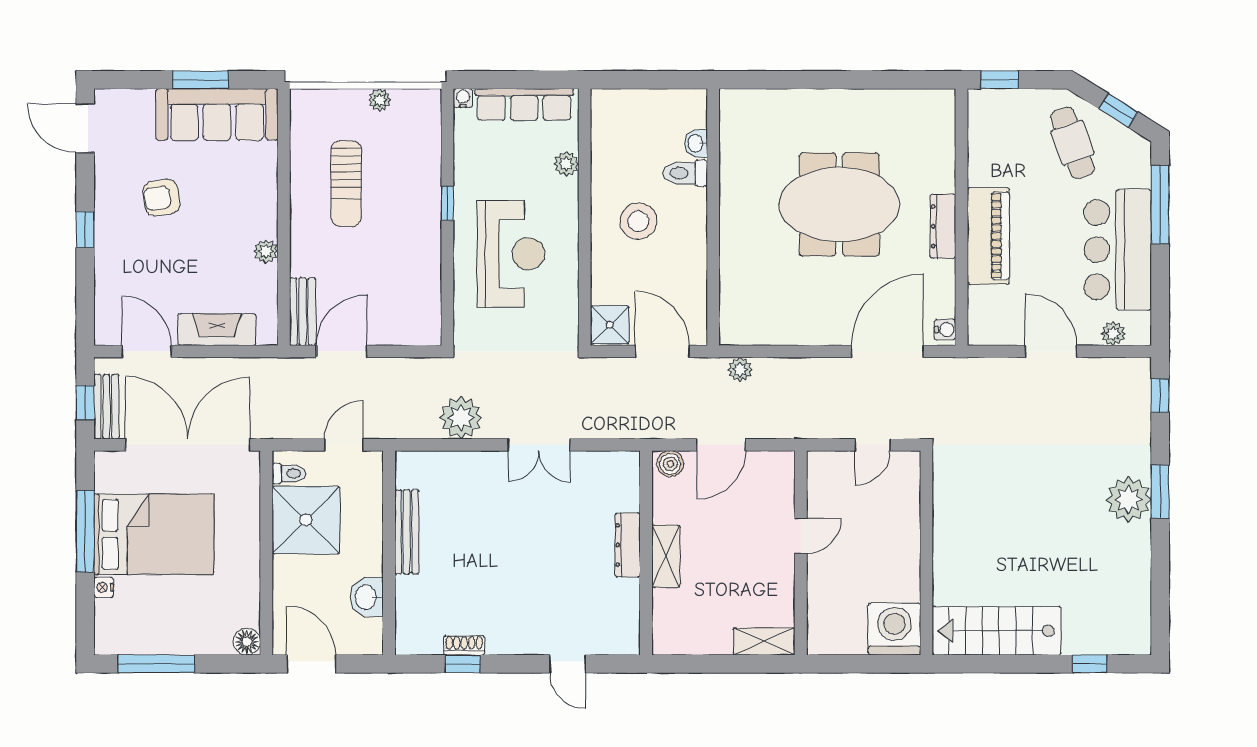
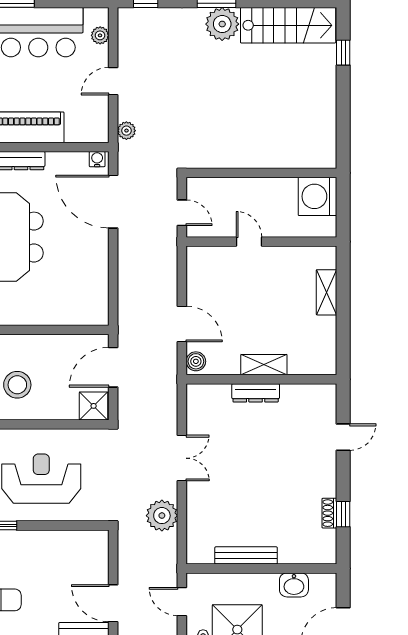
door: (1051, 351) -> (113, 81), width x0.73
plant: (740, 370) -> (126, 131), moved
door: (801, 536) -> (249, 242), moved
wall: (801, 553) -> (261, 242), moved
stairs: (997, 631) -> (288, 25), moved, turned -90

